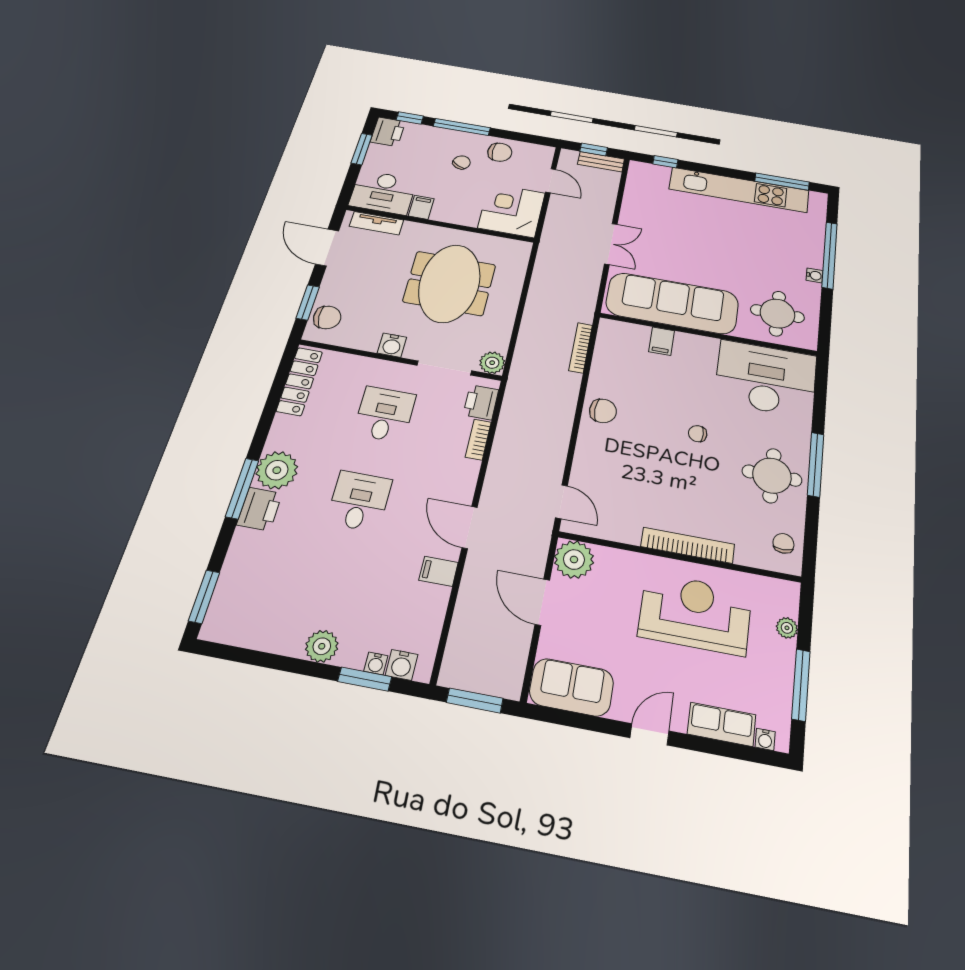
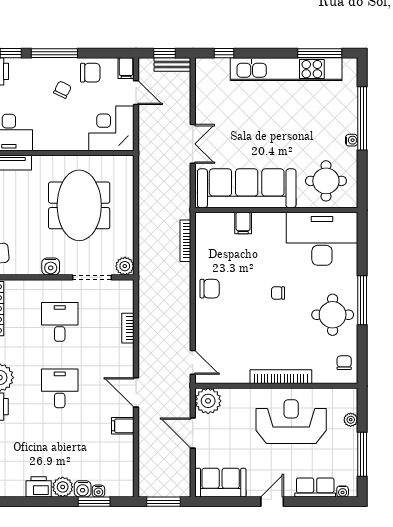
filing cabinet: (421, 207) -> (126, 68), moved, turned 180
printer: (481, 402) -> (39, 487), moved, turned 90
water cooler: (402, 665) -> (83, 489), moved

